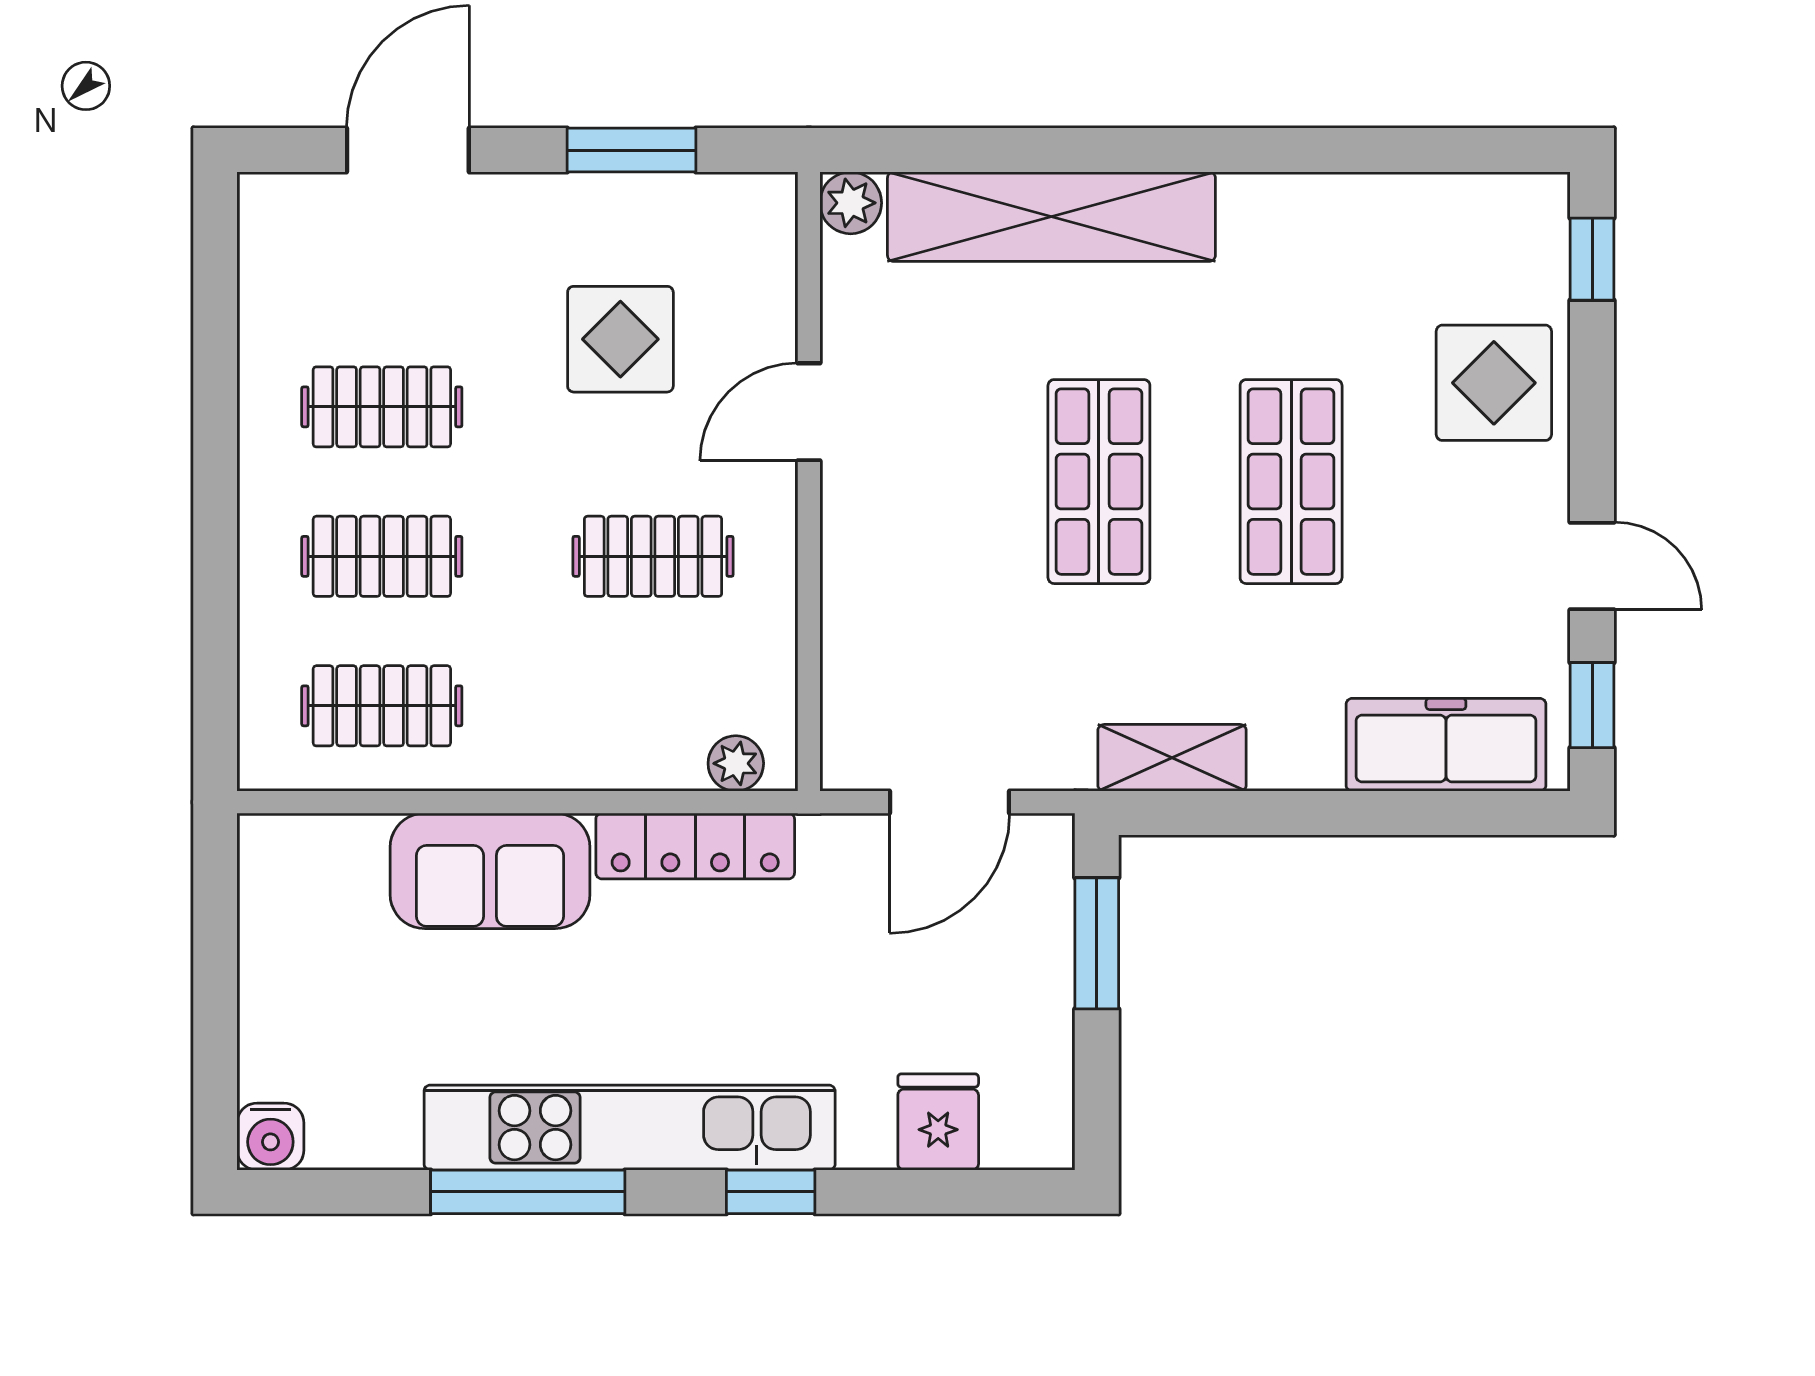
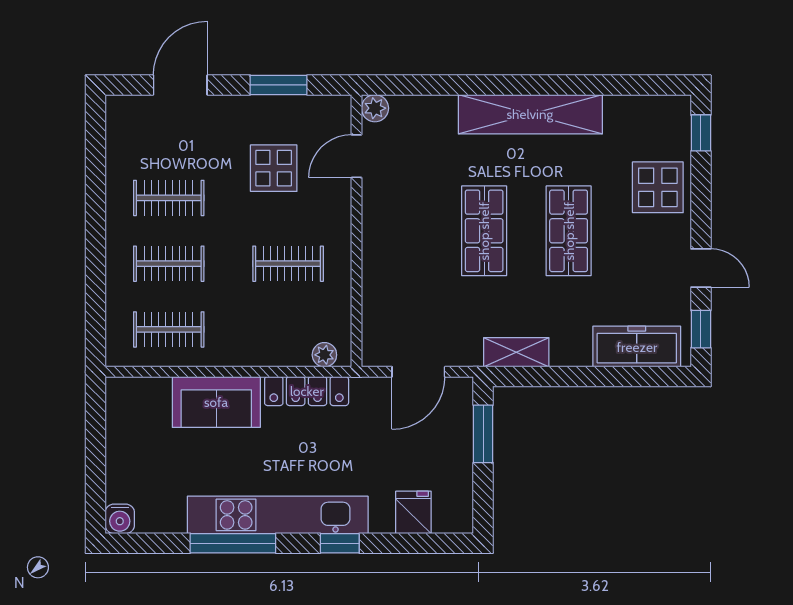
shelving: (1051, 217) -> (530, 114), moved
door: (809, 412) -> (357, 156), moved

